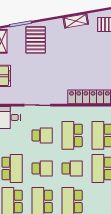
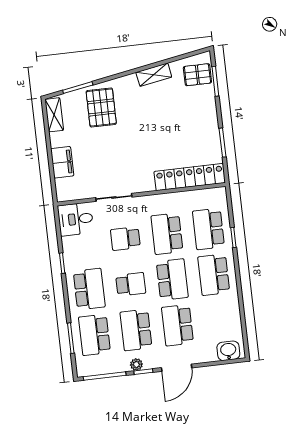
school desk: (42, 135) -> (125, 239), turned 180
school desk: (72, 168) -> (172, 279), width x1.85

